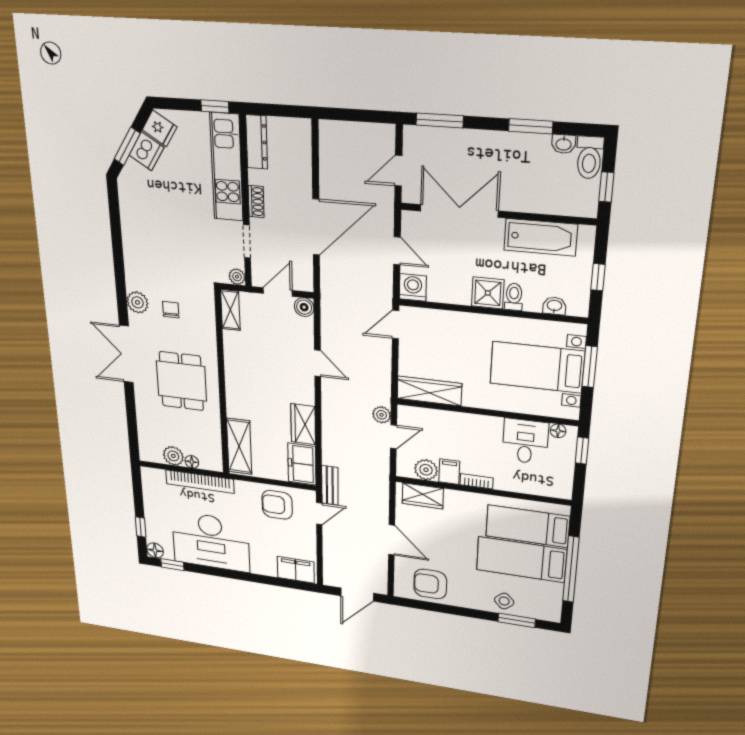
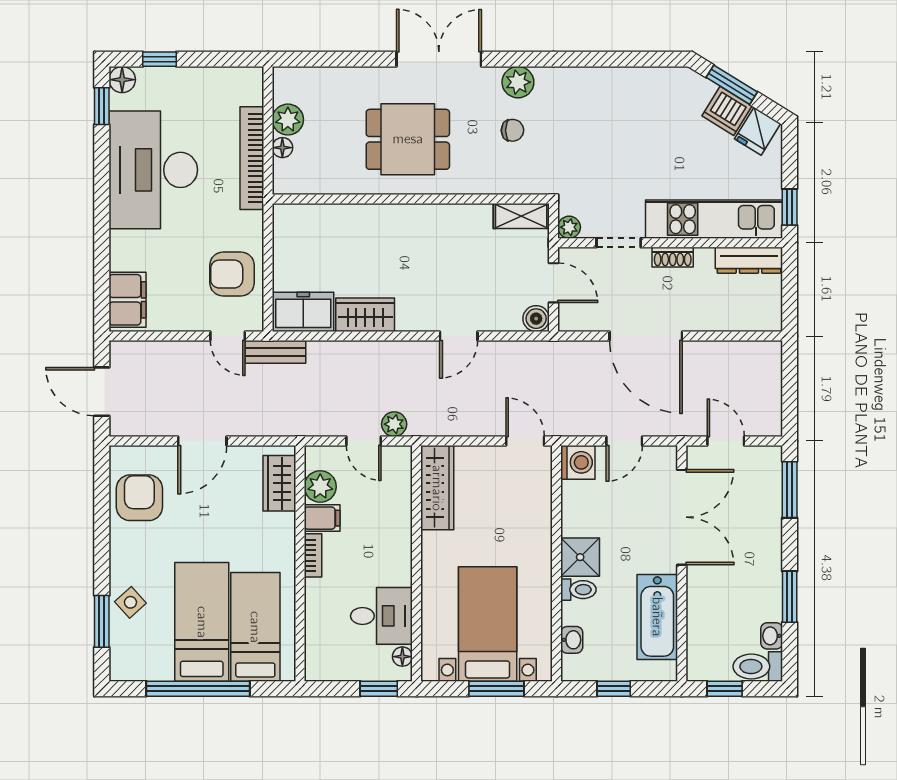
shelving: (239, 446) -> (318, 220), removed
armchair: (277, 505) -> (232, 274), turned -90

